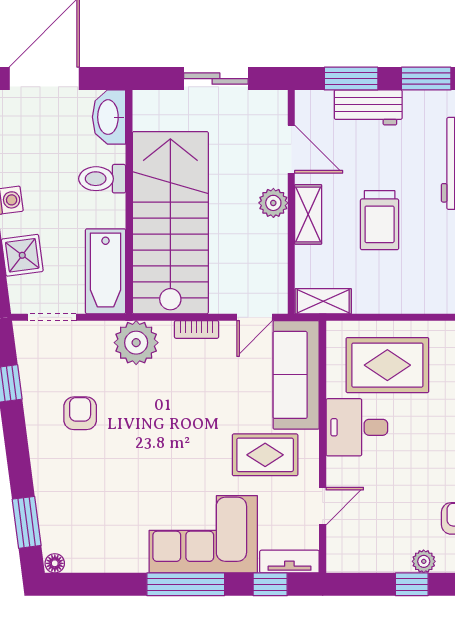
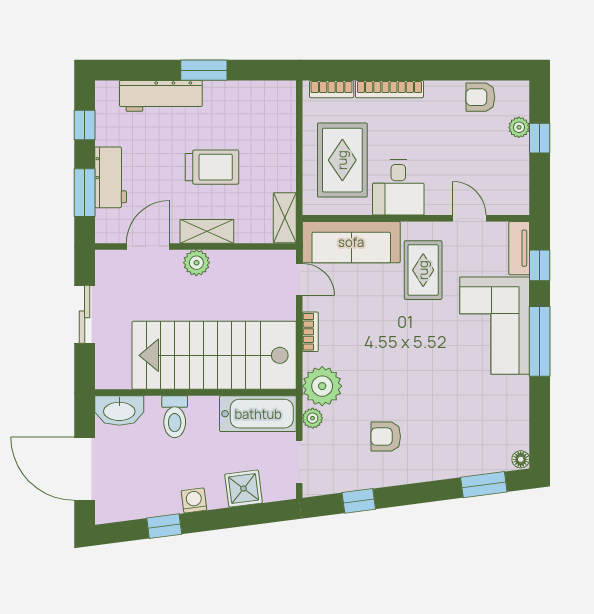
window: (426, 79) -> (85, 125), width x0.67
plant: (101, 332) -> (313, 418), added

